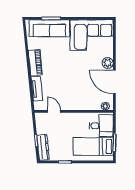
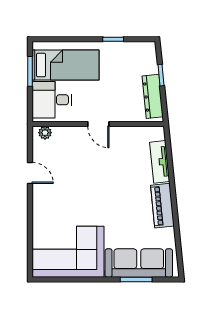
plant: (108, 63) -> (41, 205), removed
door: (114, 82) -> (30, 173), width x0.53
door: (54, 111) -> (98, 124), moved
dresser: (43, 147) -> (153, 96), moved

